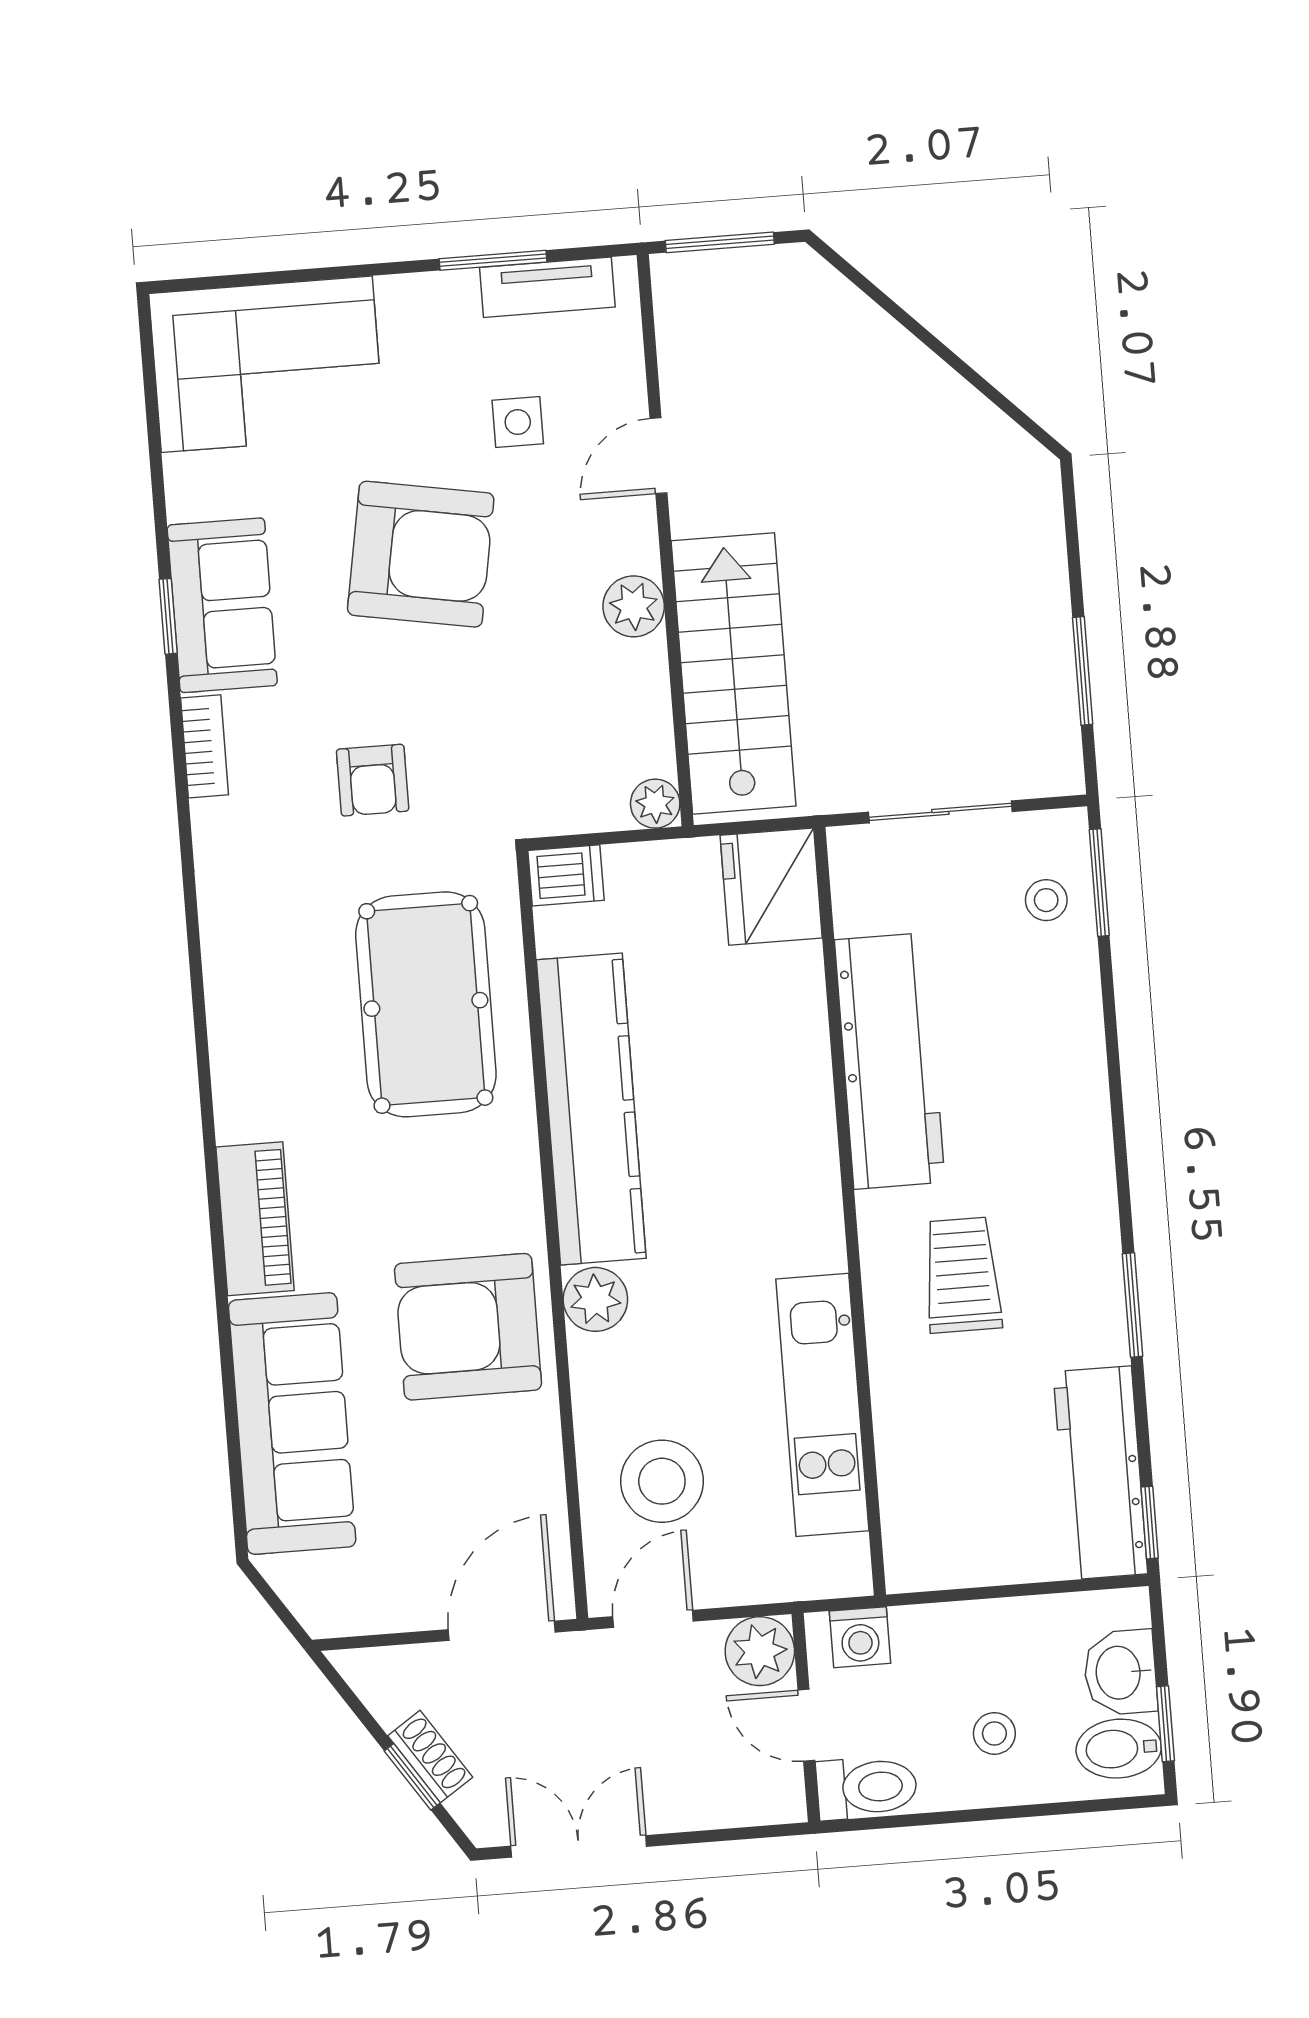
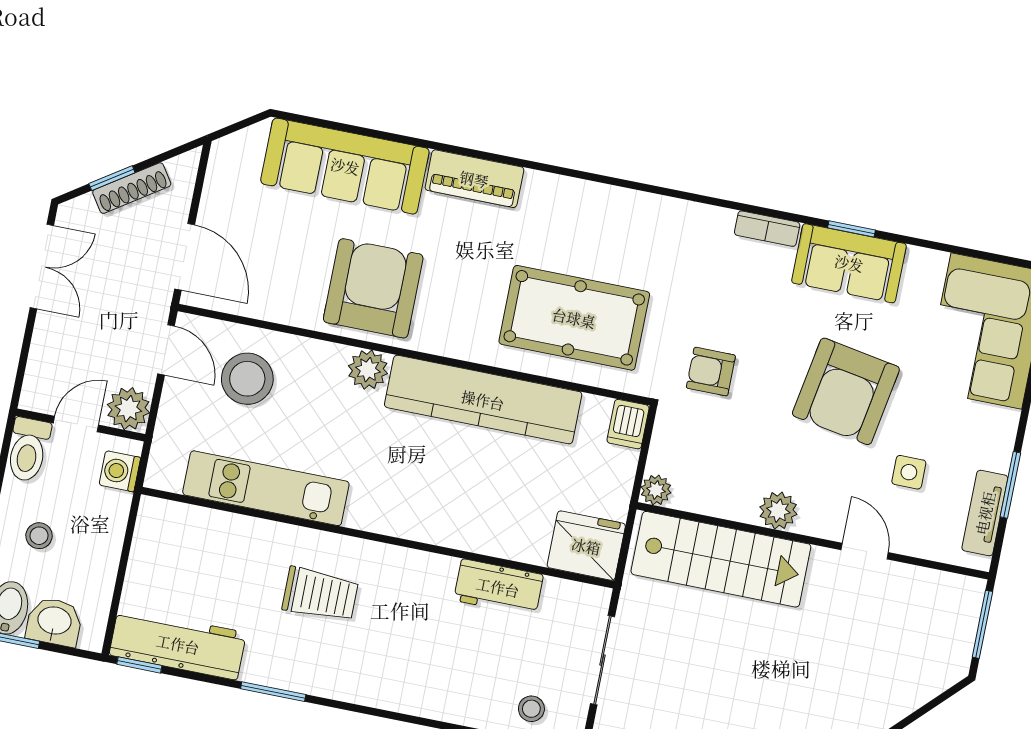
armchair: (373, 780) -> (711, 372), moved
workbench: (890, 1061) -> (498, 587), width x0.53, depth x0.76
shoe rack: (430, 1757) -> (132, 188), width x1.43

